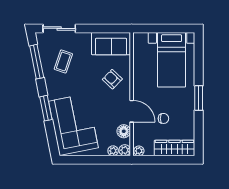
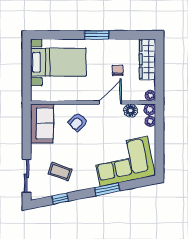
window: (37, 62) -> (60, 199), width x0.46

